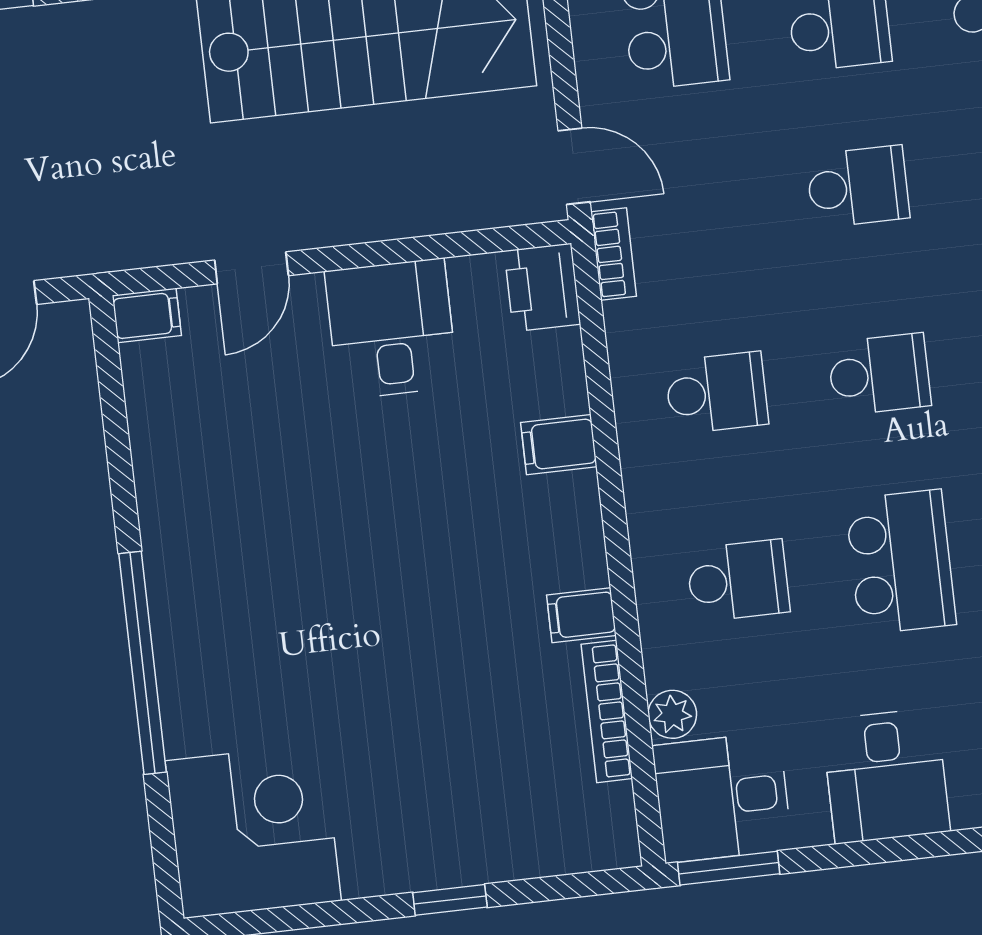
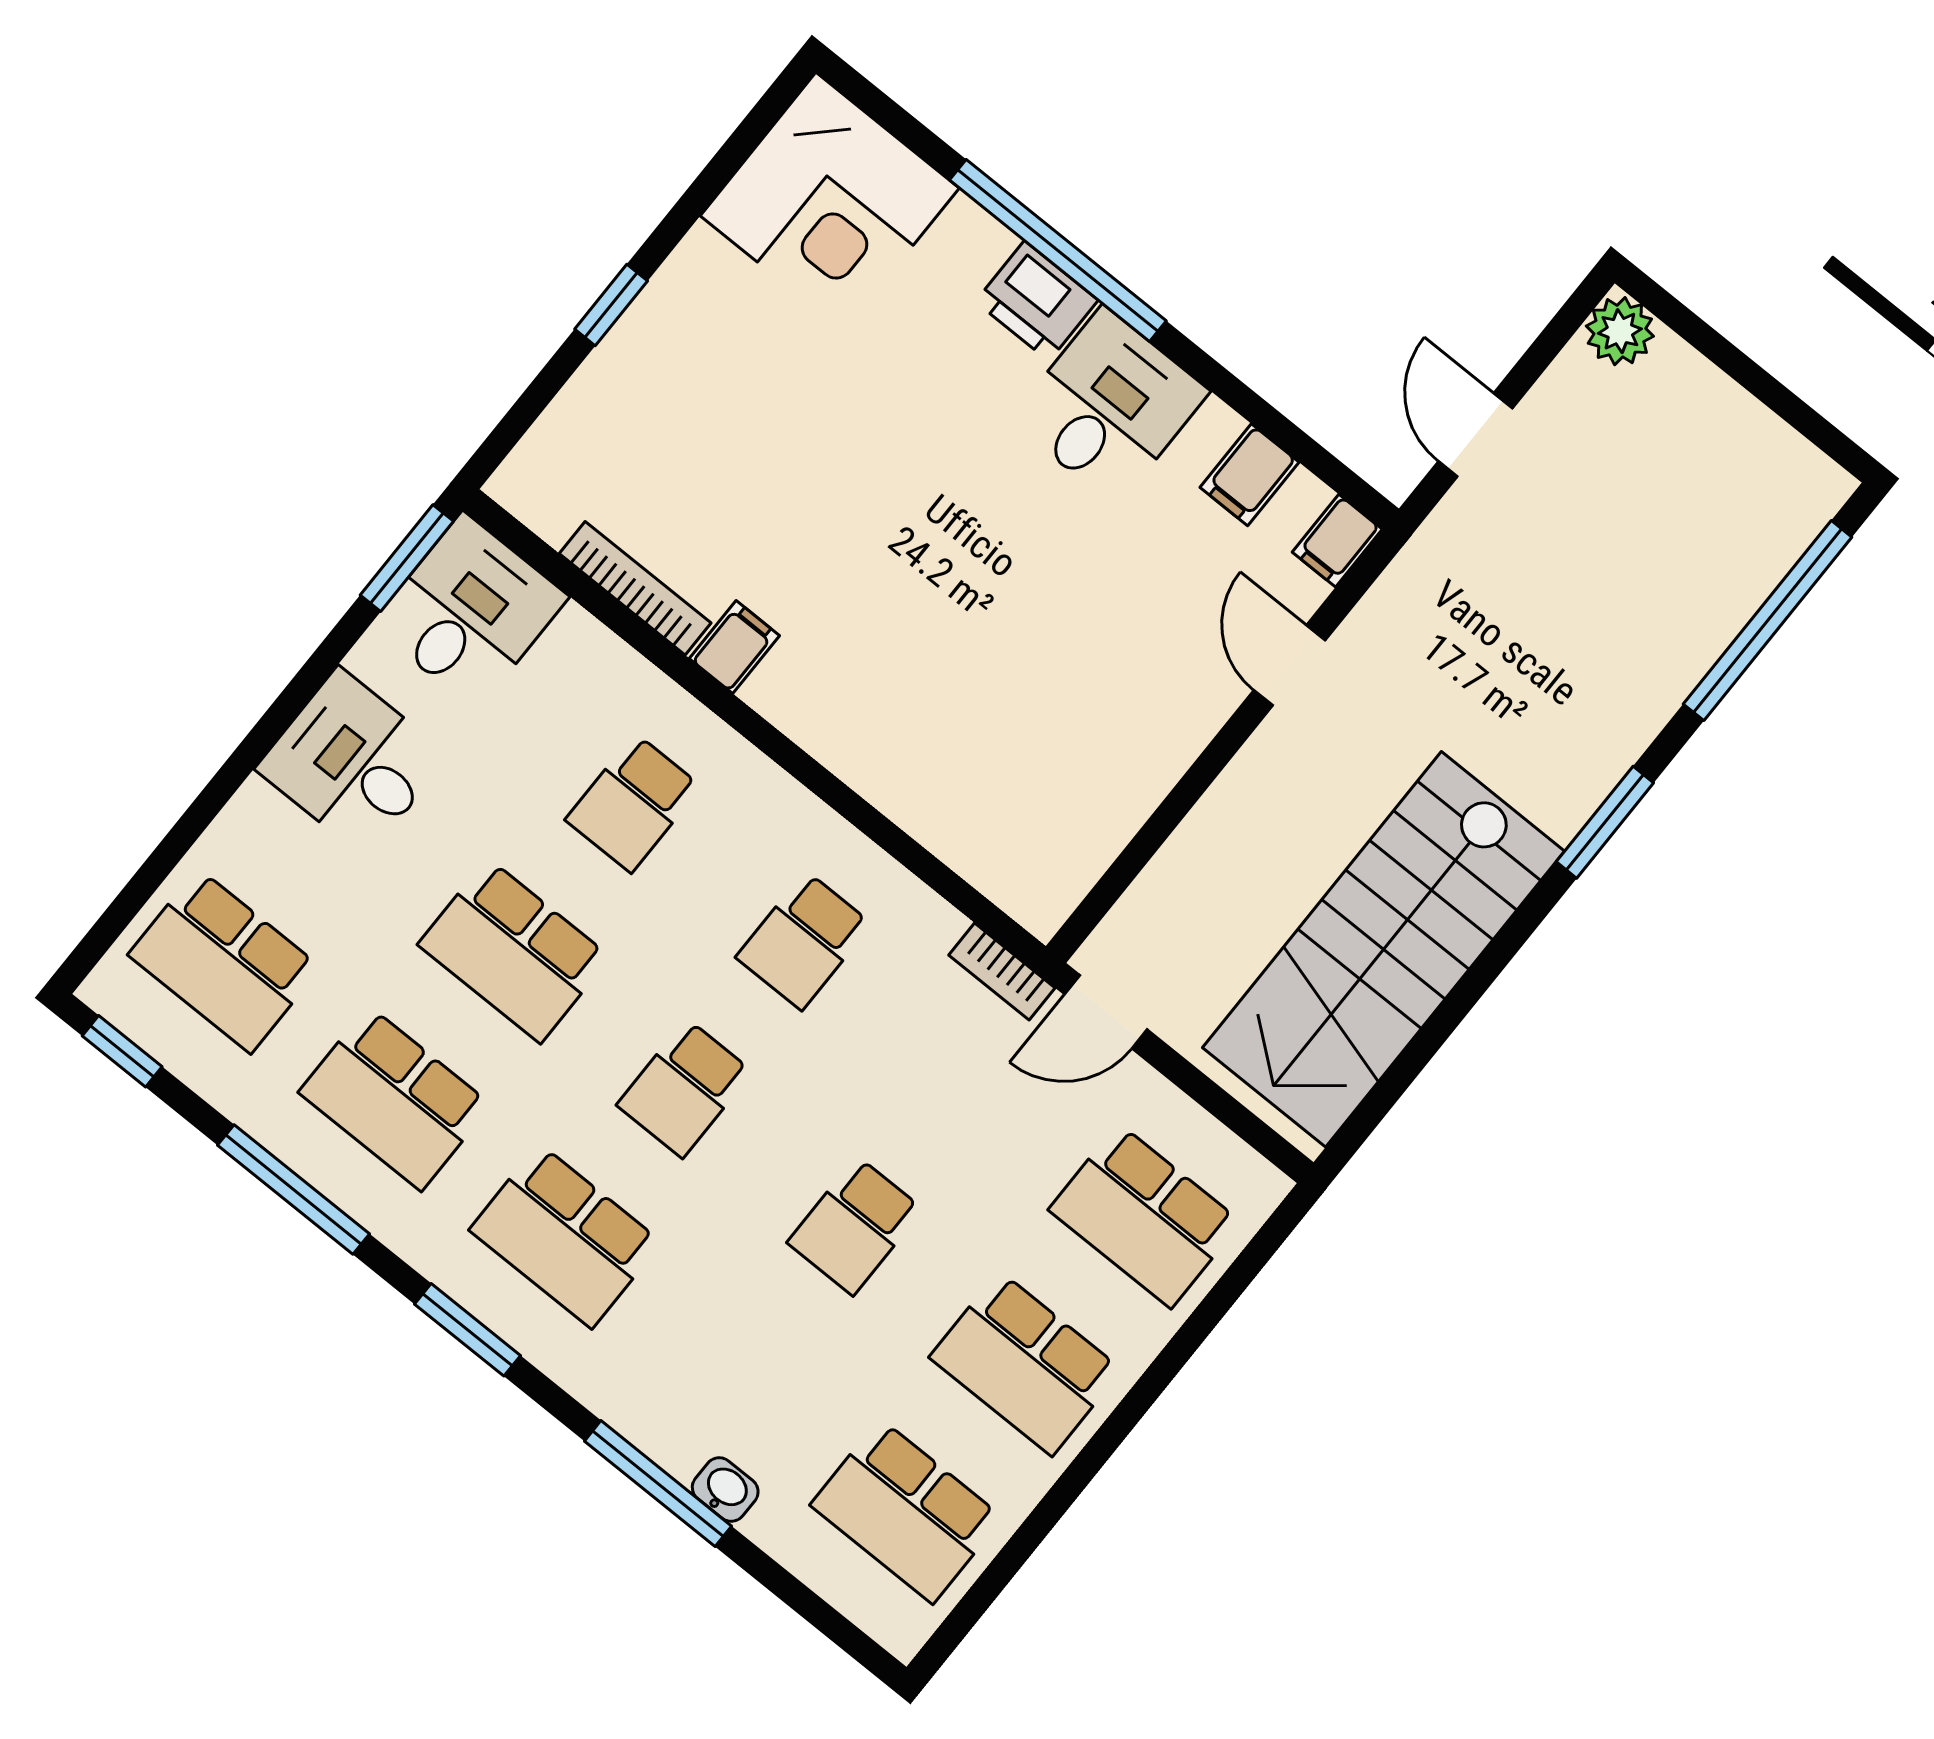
printer: (542, 287) -> (1037, 301), moved, turned 180
desk: (391, 329) -> (1110, 406), moved, turned -90
filing cabinet: (559, 445) -> (1250, 475), moved, turned 180
plant: (672, 714) -> (579, 639), removed

